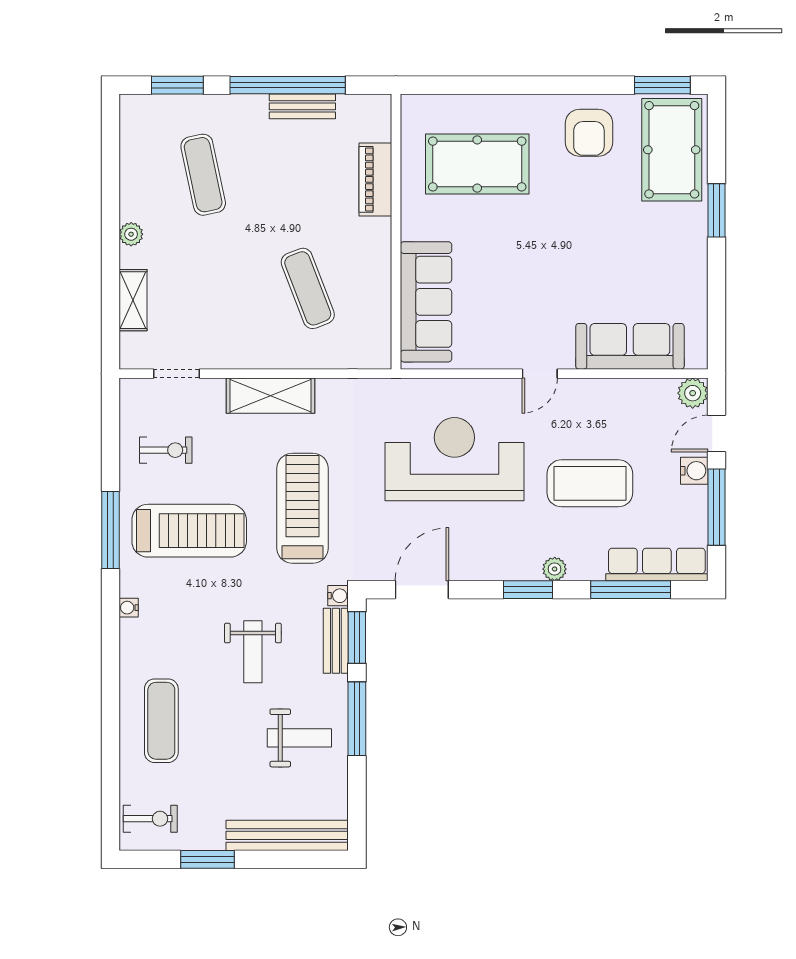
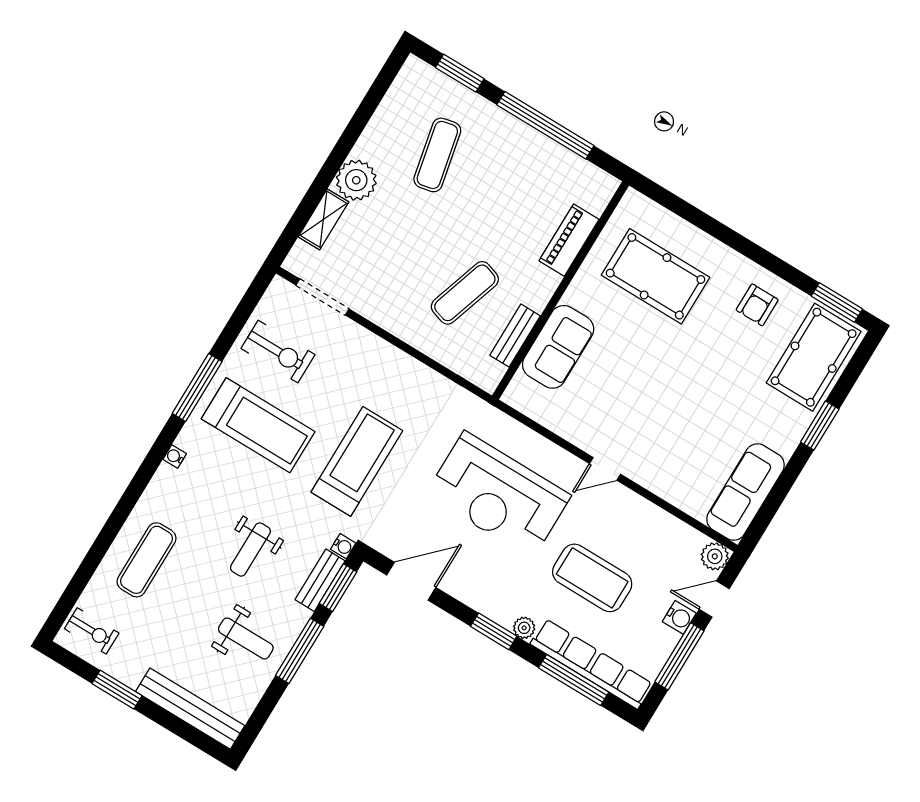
bench: (302, 106) -> (515, 336), moved, turned 90
armchair: (589, 133) -> (757, 305), width x0.72, depth x0.72
plant: (131, 234) -> (356, 180), width x1.87, depth x1.87
exercise mat: (308, 288) -> (465, 293), turned 39
sofa: (426, 302) -> (558, 347), width x0.73
sofa: (630, 346) -> (746, 492), moved, turned -90
doorway: (176, 374) -> (322, 297), width x1.38
shelving: (271, 396) -> (385, 359), removed
exercise bike: (166, 450) -> (278, 351), width x1.38, depth x1.39
reception desk: (454, 459) -> (498, 495), turned 180
row of seats: (657, 564) -> (591, 664), width x1.36

